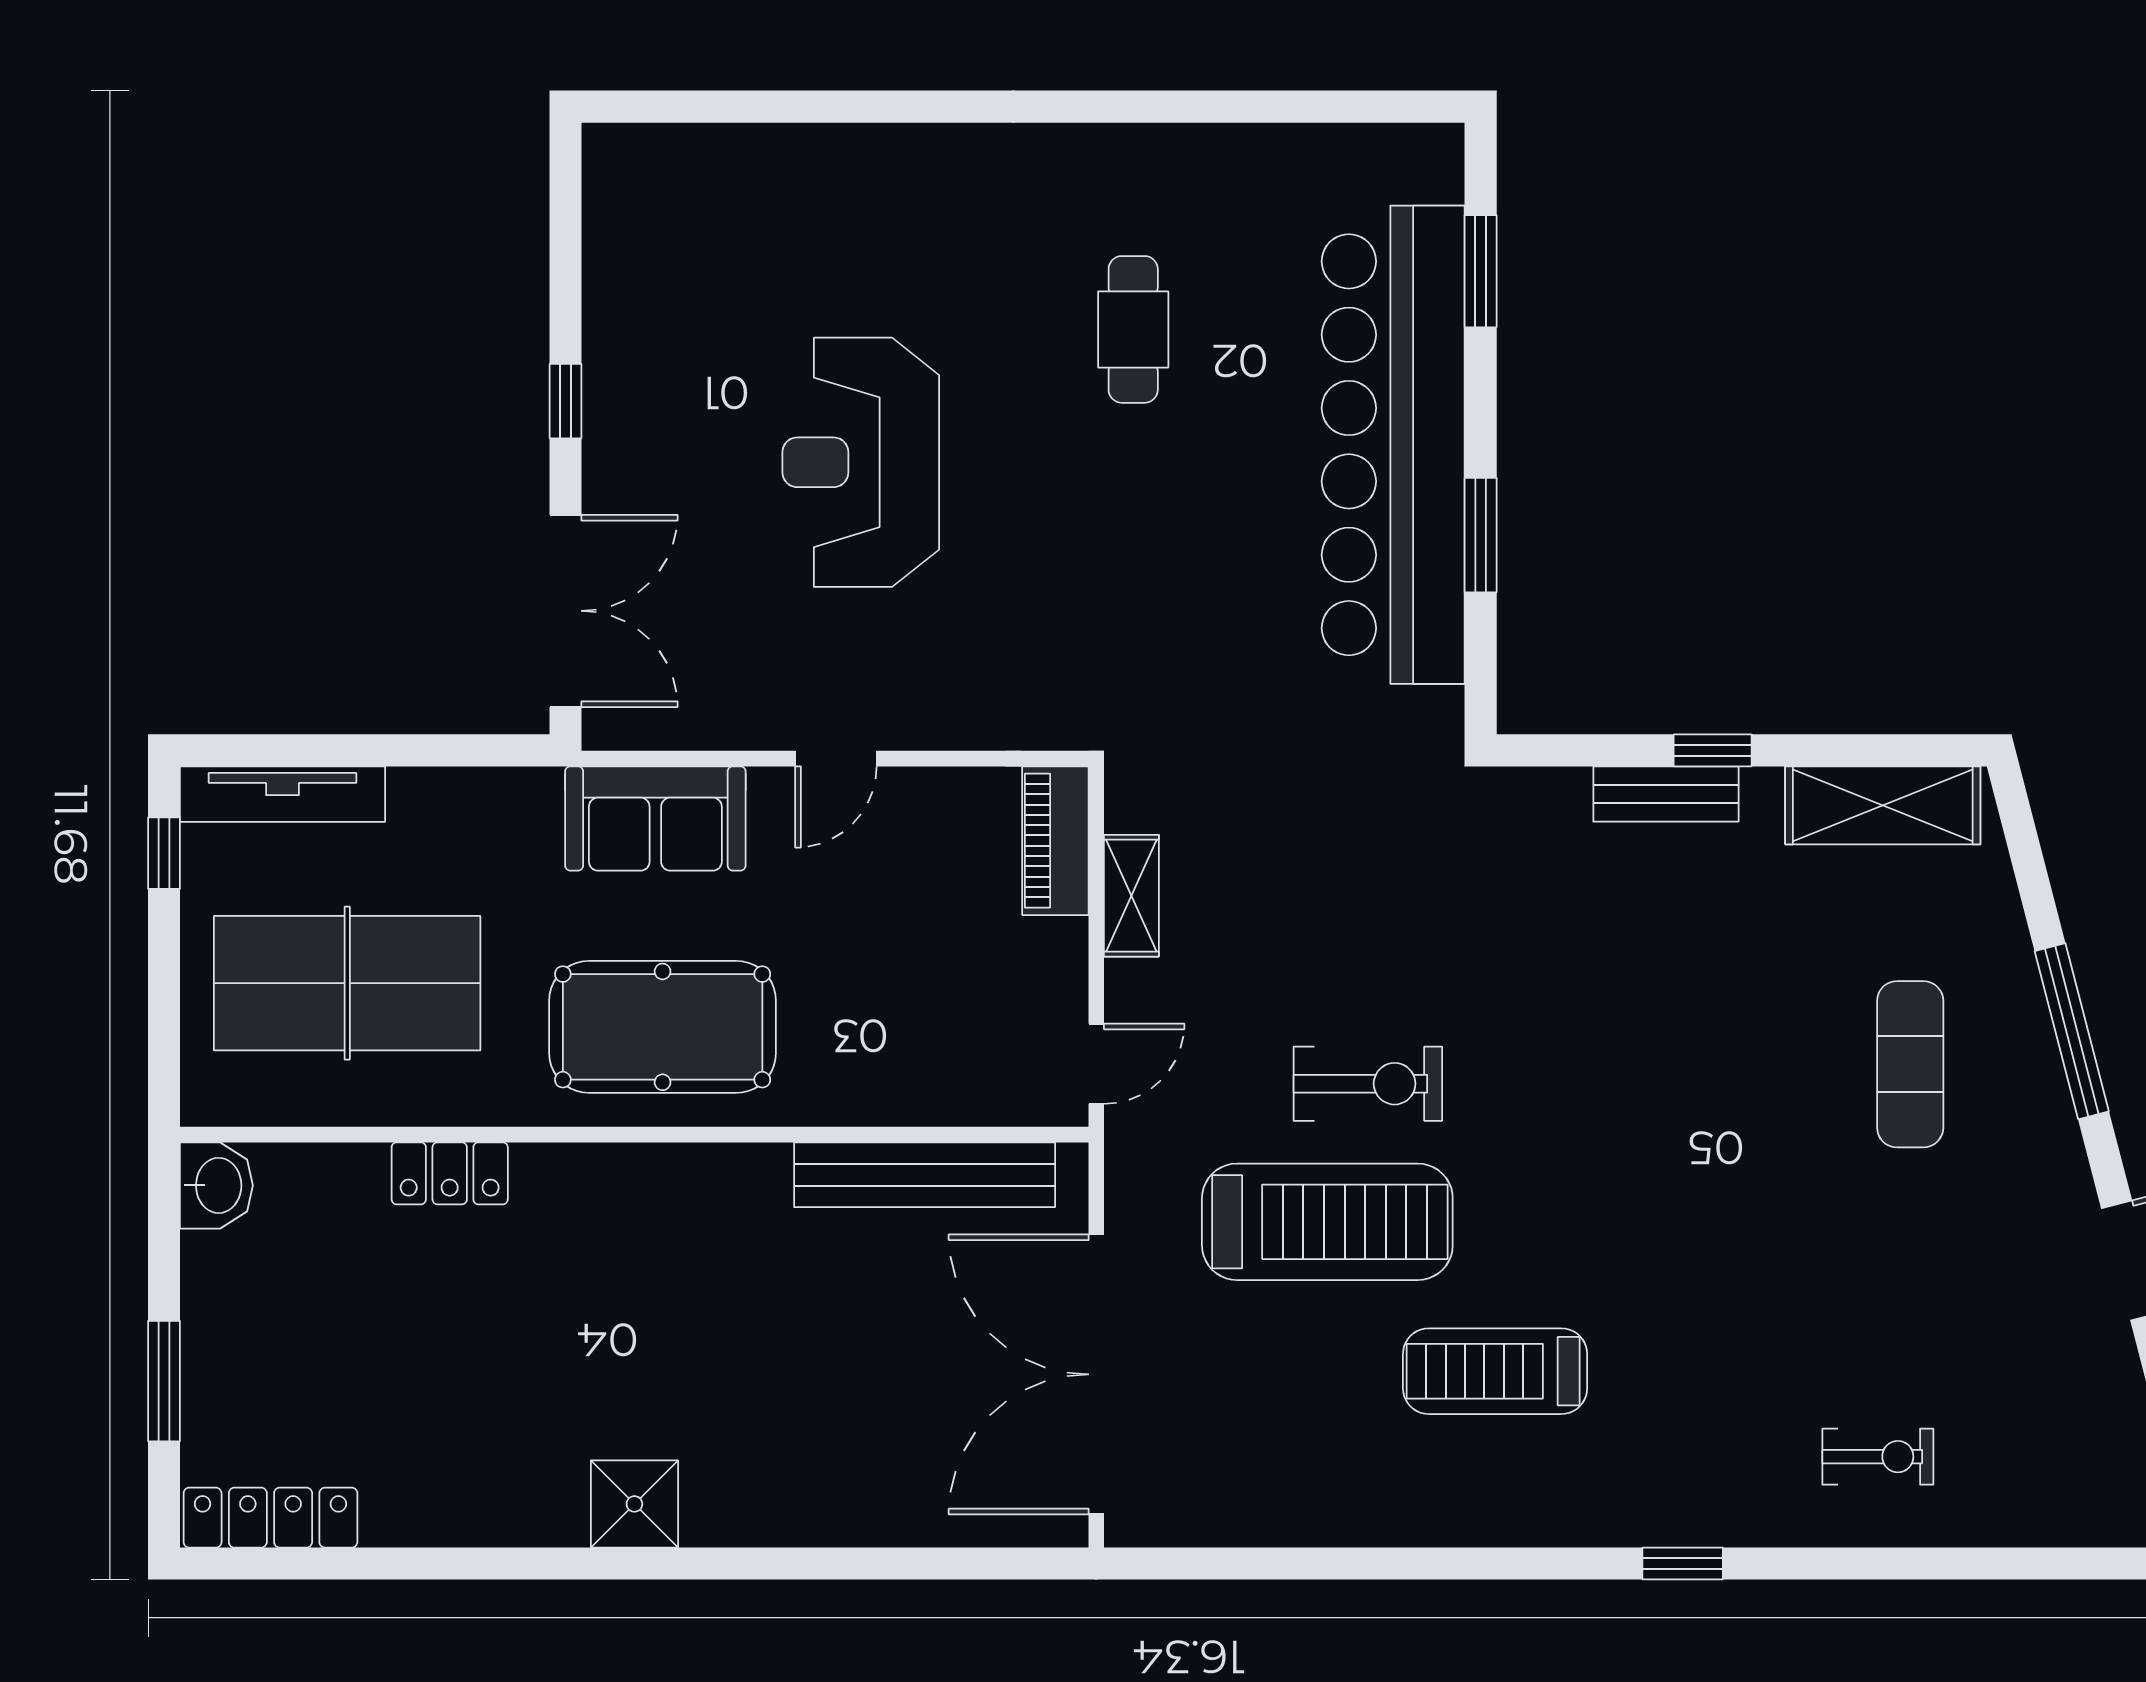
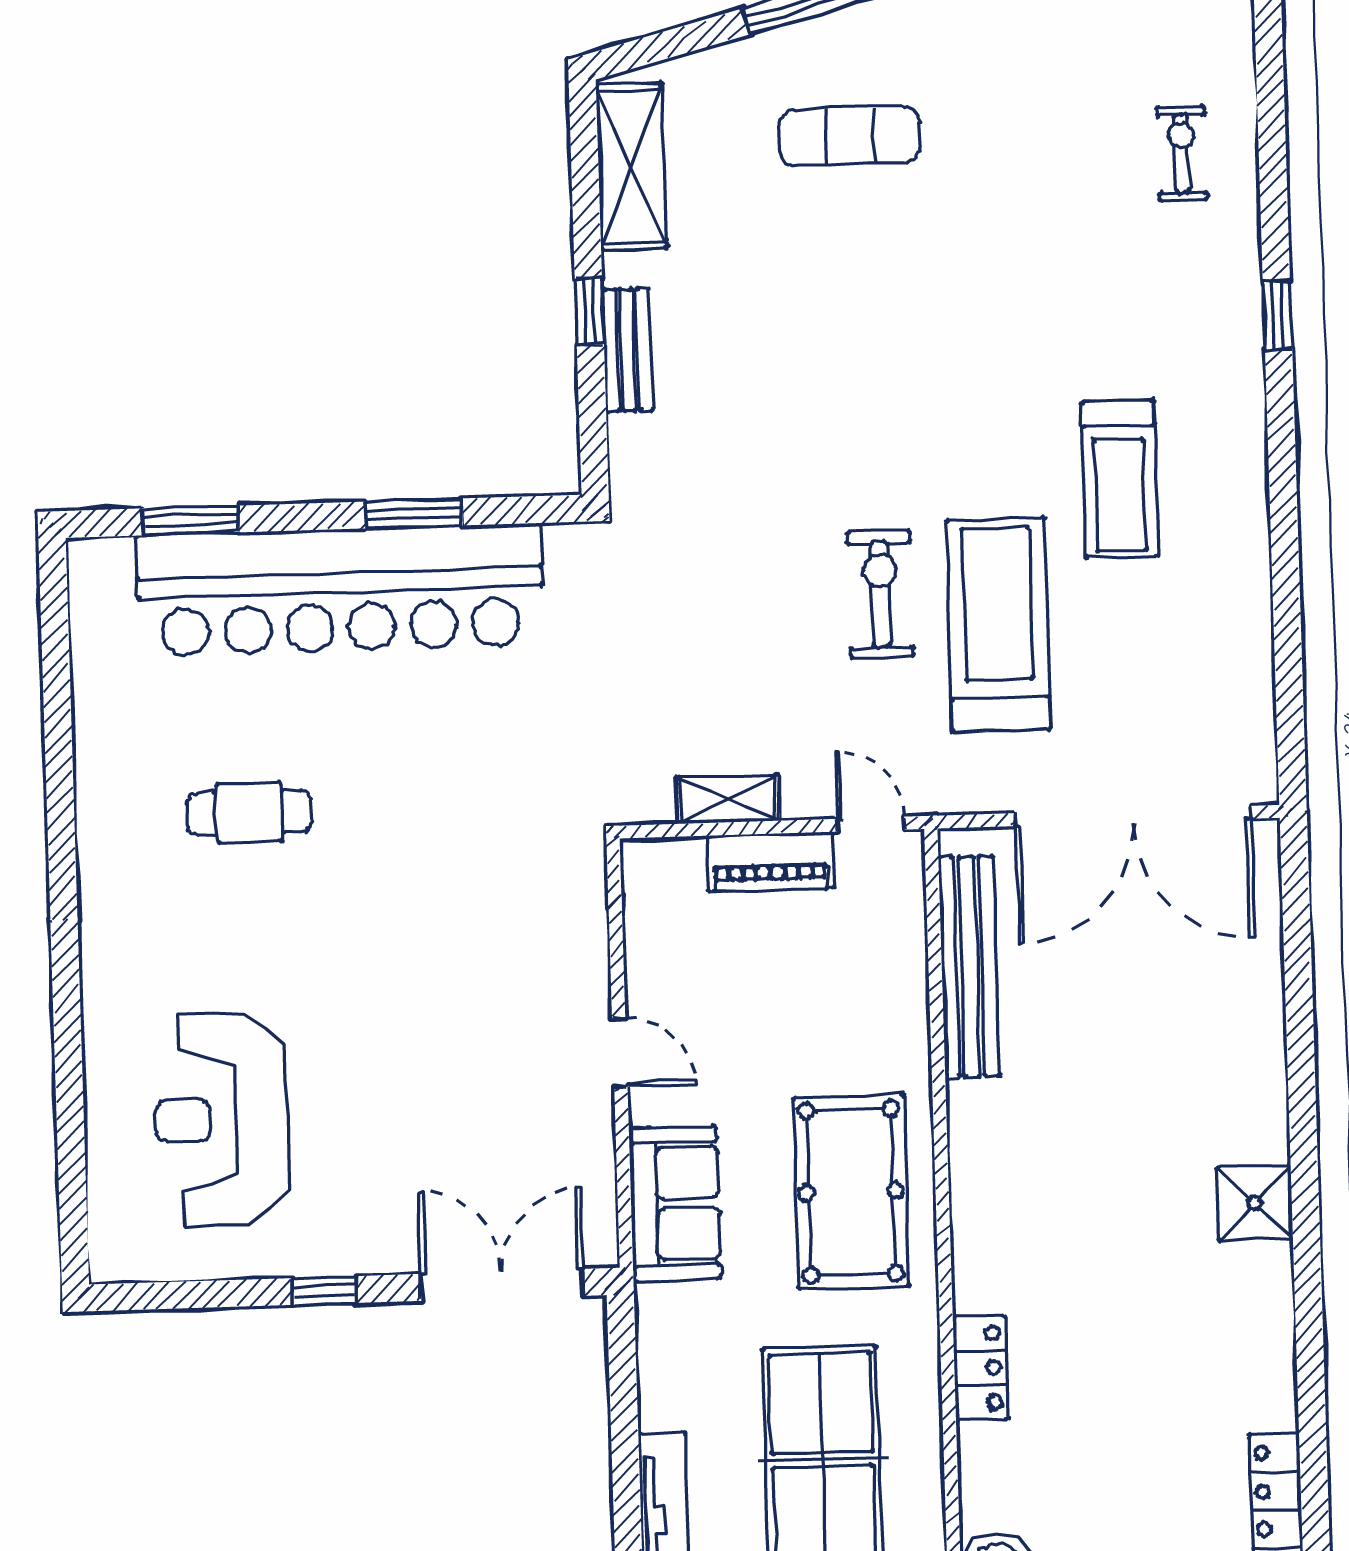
reception desk: (861, 462) -> (221, 1119), moved, turned 90
piano: (1055, 841) -> (770, 862), moved

